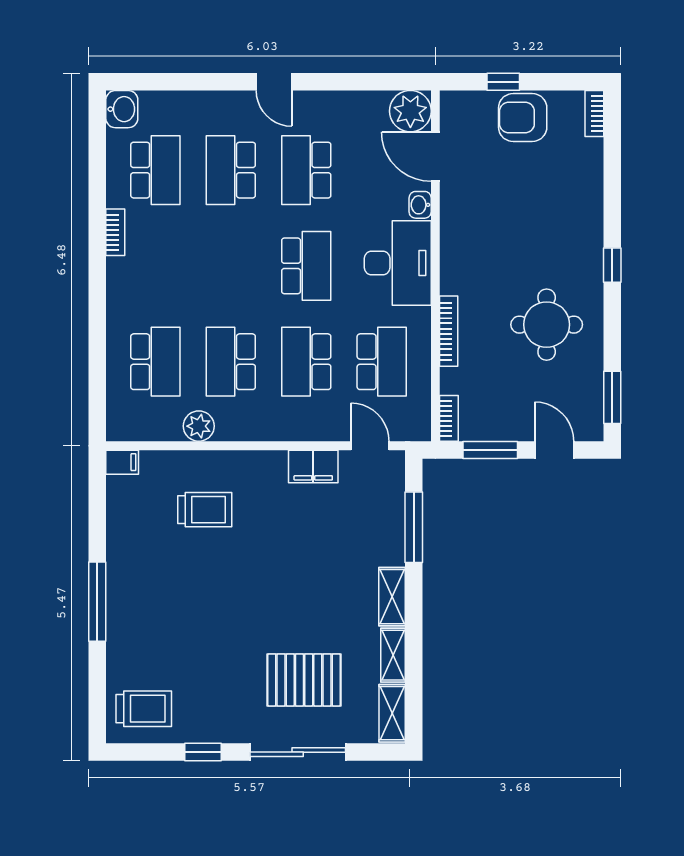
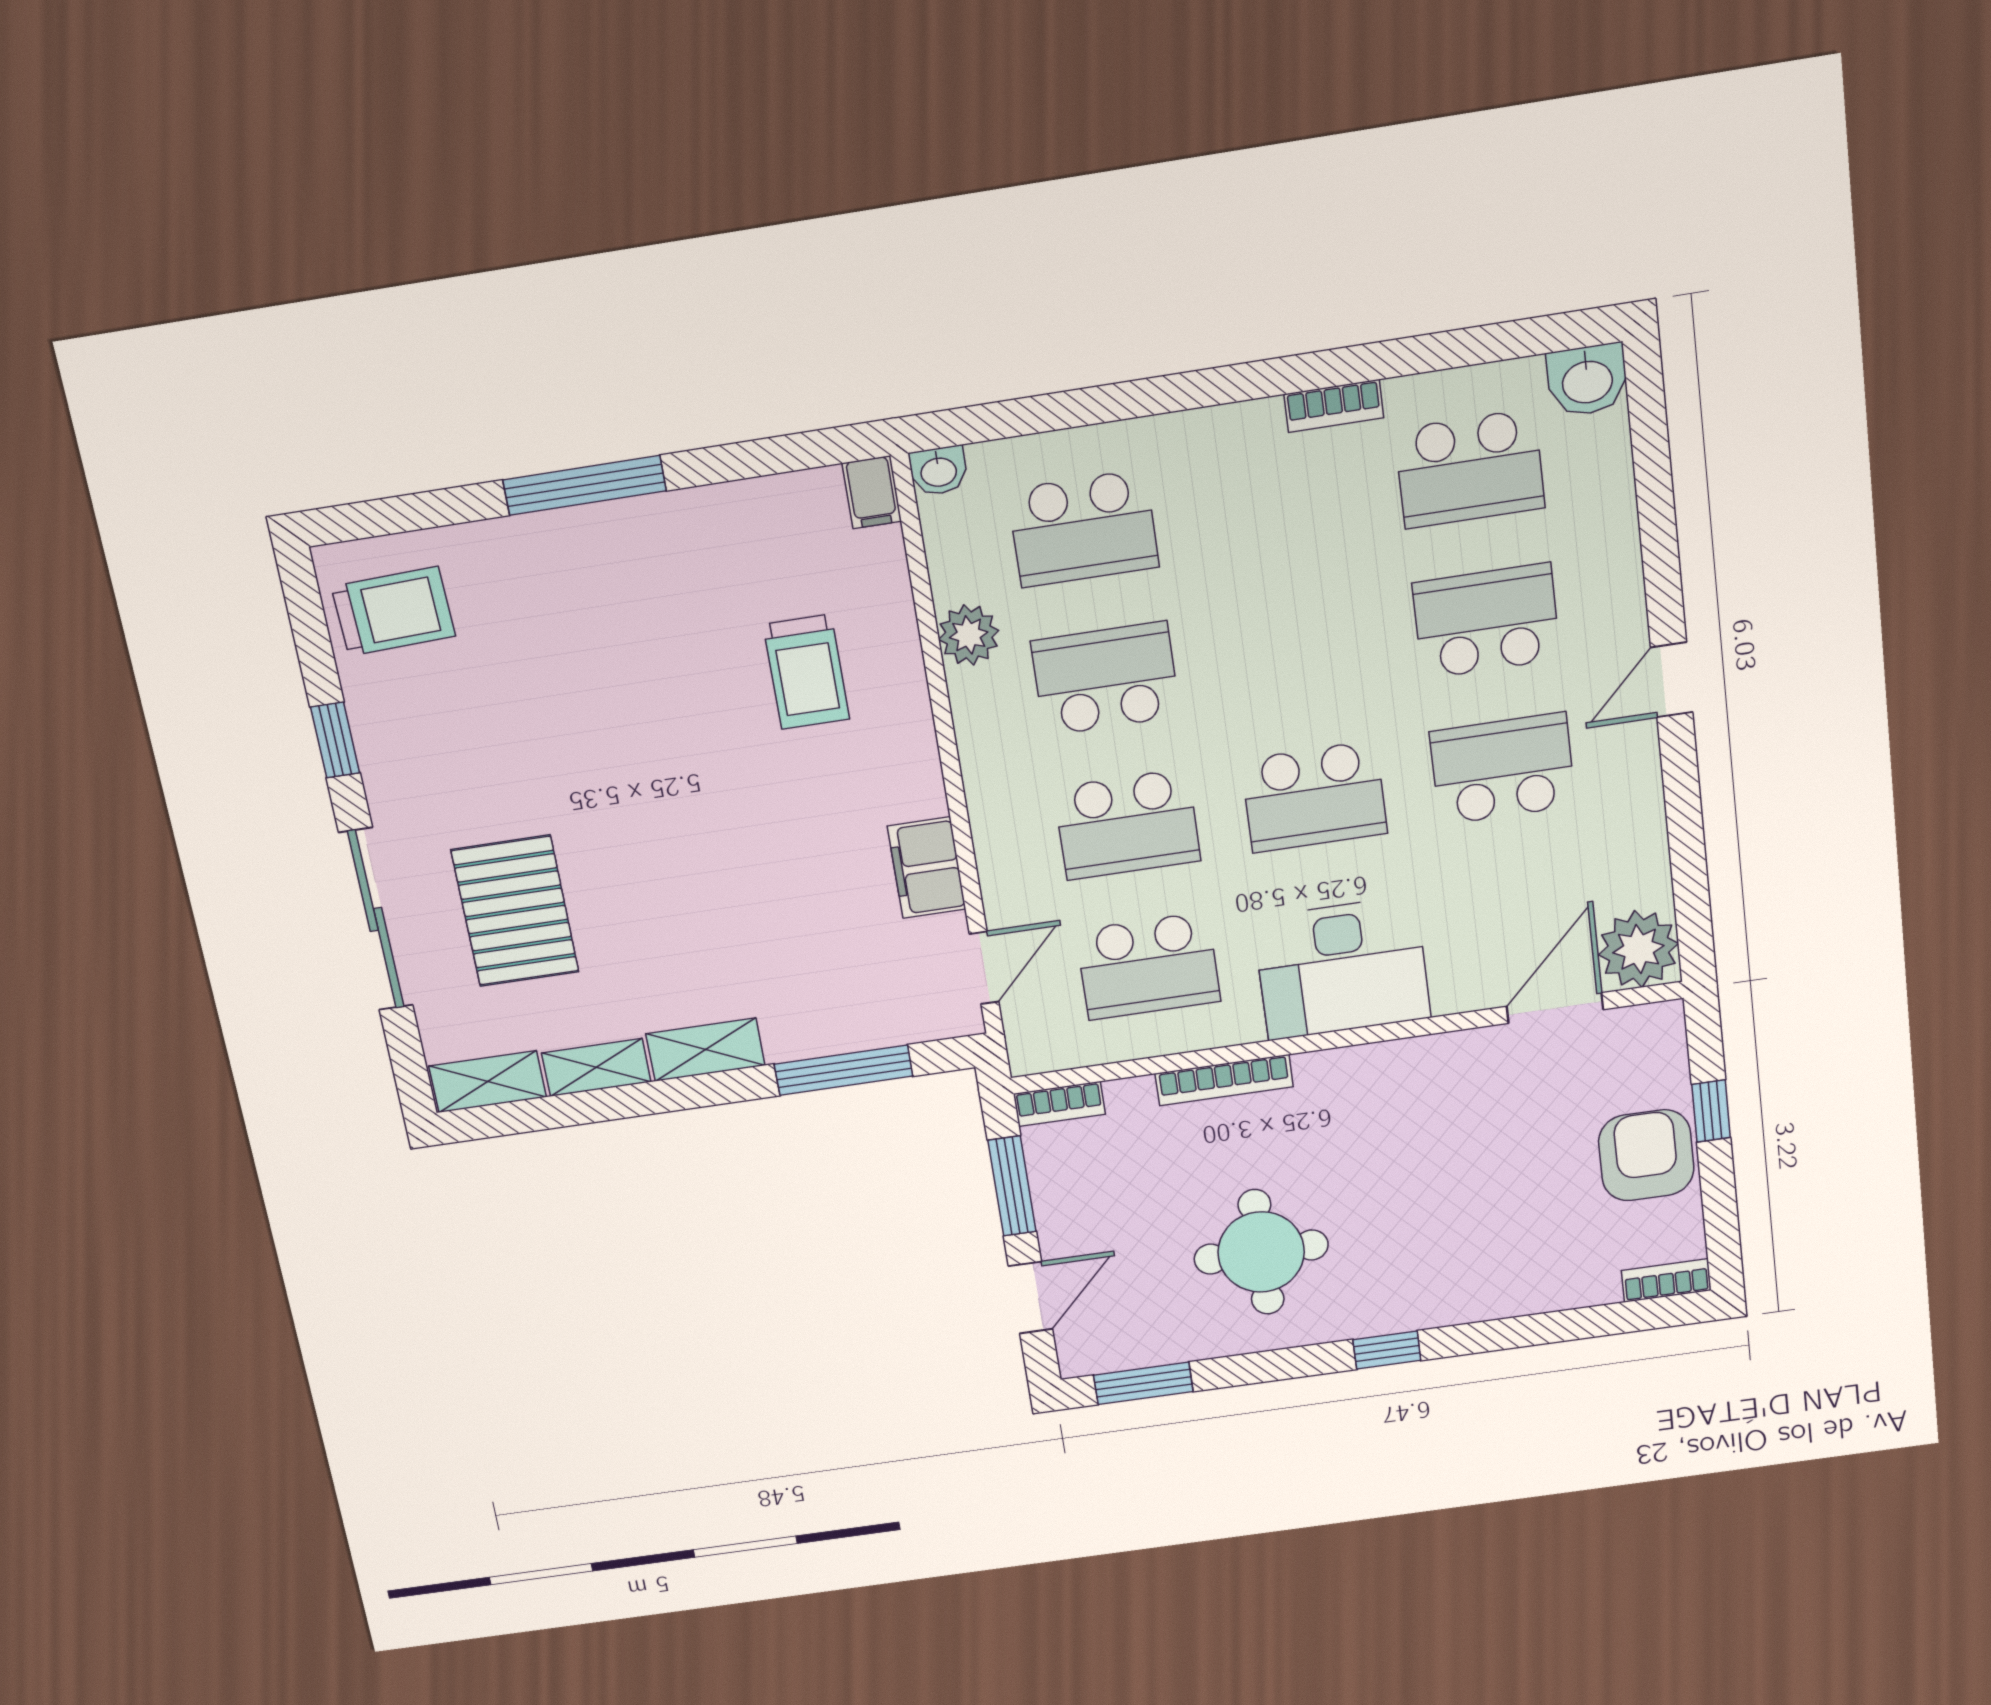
washbasin: (420, 205) -> (938, 471), moved, turned 180
school desk: (306, 362) -> (1127, 824), turned 180
trolley: (144, 709) -> (393, 611), turned -92

